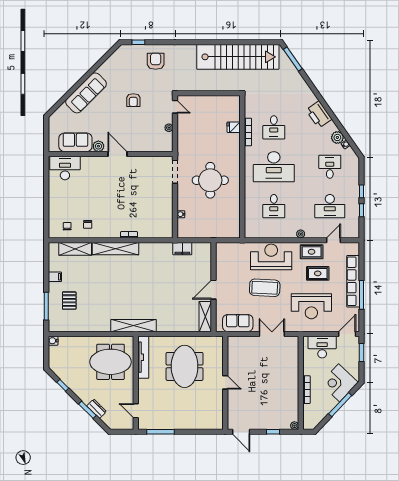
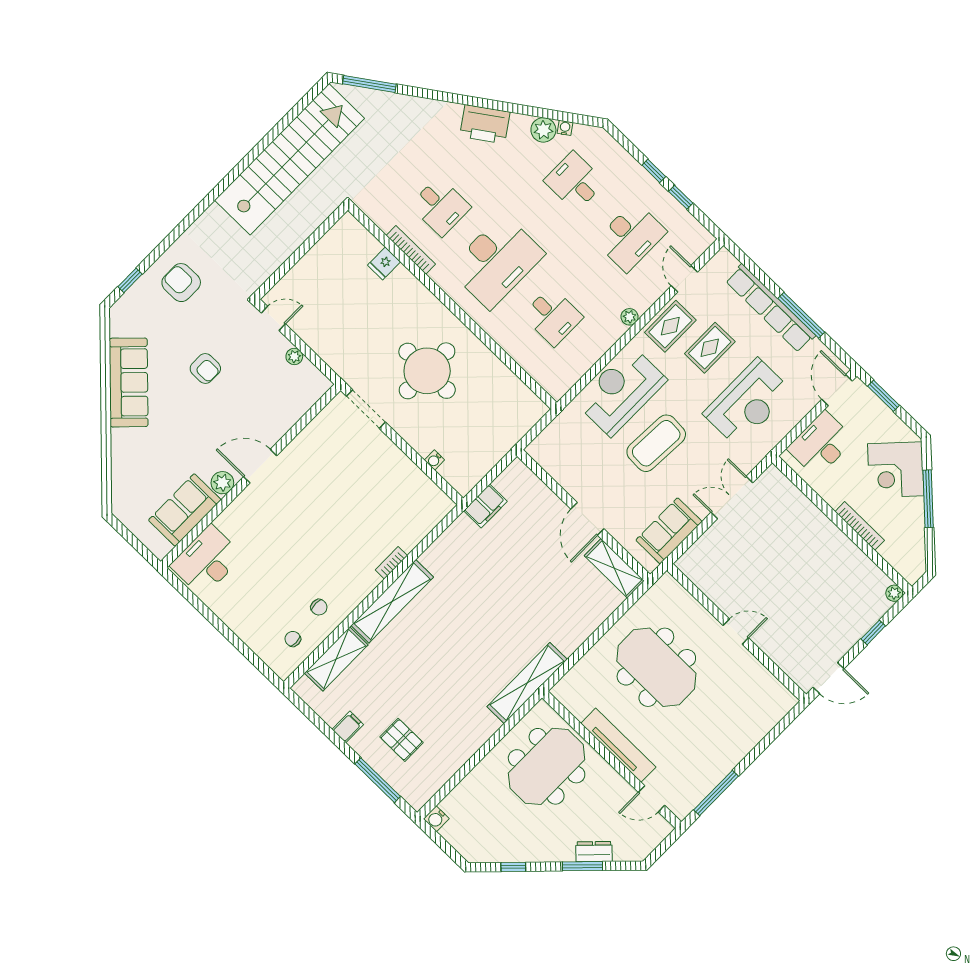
sofa: (86, 93) -> (129, 382), moved
tv unit: (143, 357) -> (618, 745), moved

